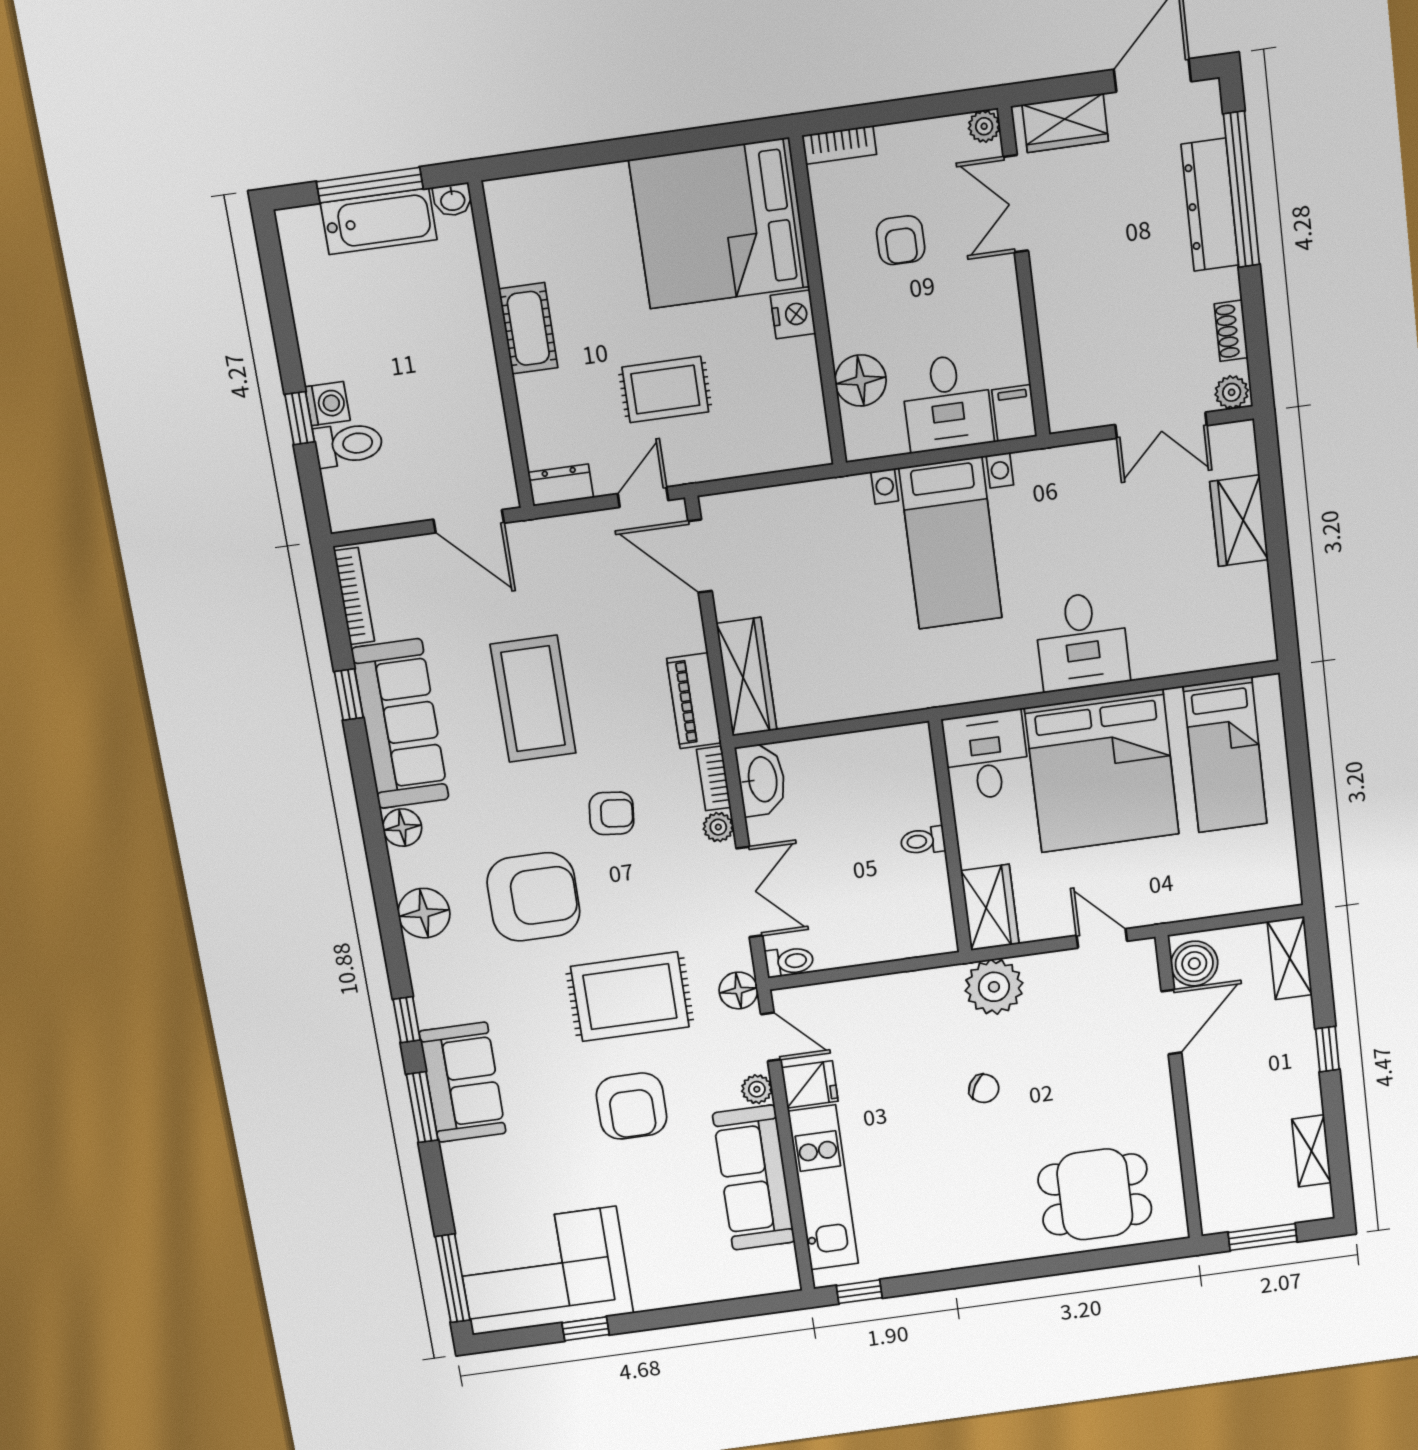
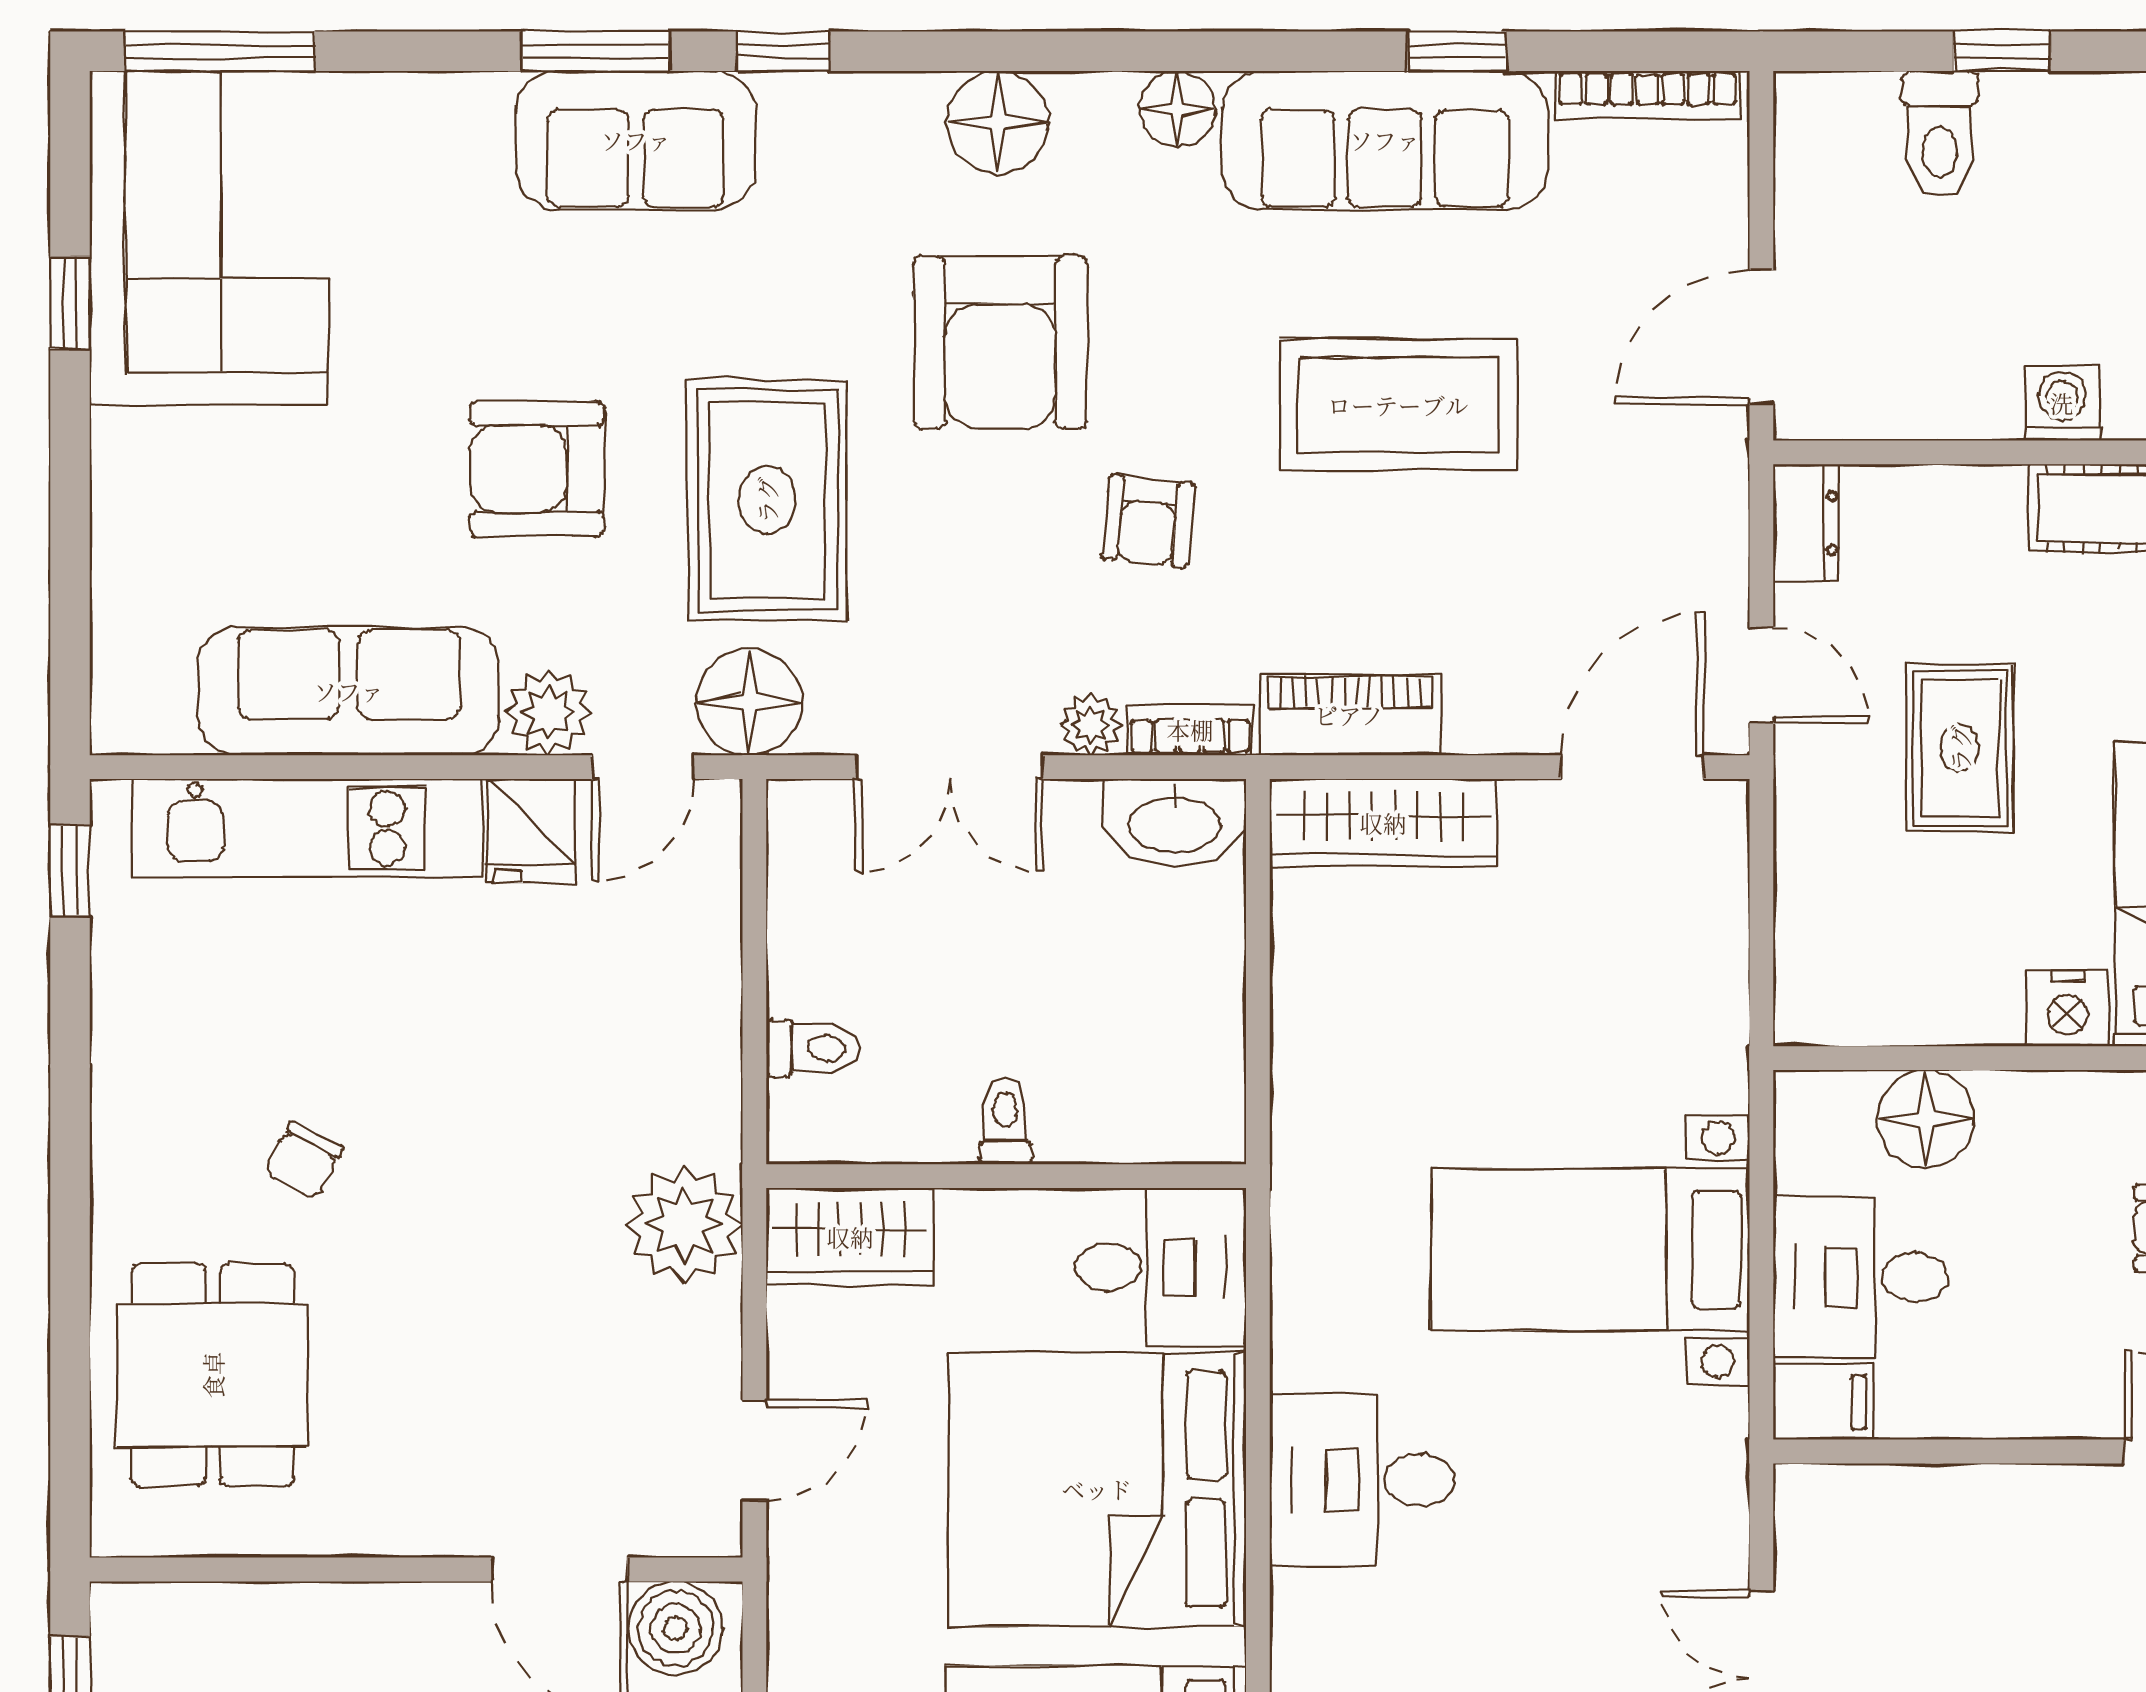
washing machine: (327, 404) -> (2062, 403), moved, turned 180
toilet: (789, 962) -> (813, 1048), moved, turned -90
floor lamp: (738, 990) -> (749, 702), width x1.38, depth x1.38
chair: (984, 1088) -> (304, 1161), moved
plant: (757, 1089) -> (548, 712), width x1.38, depth x1.38

